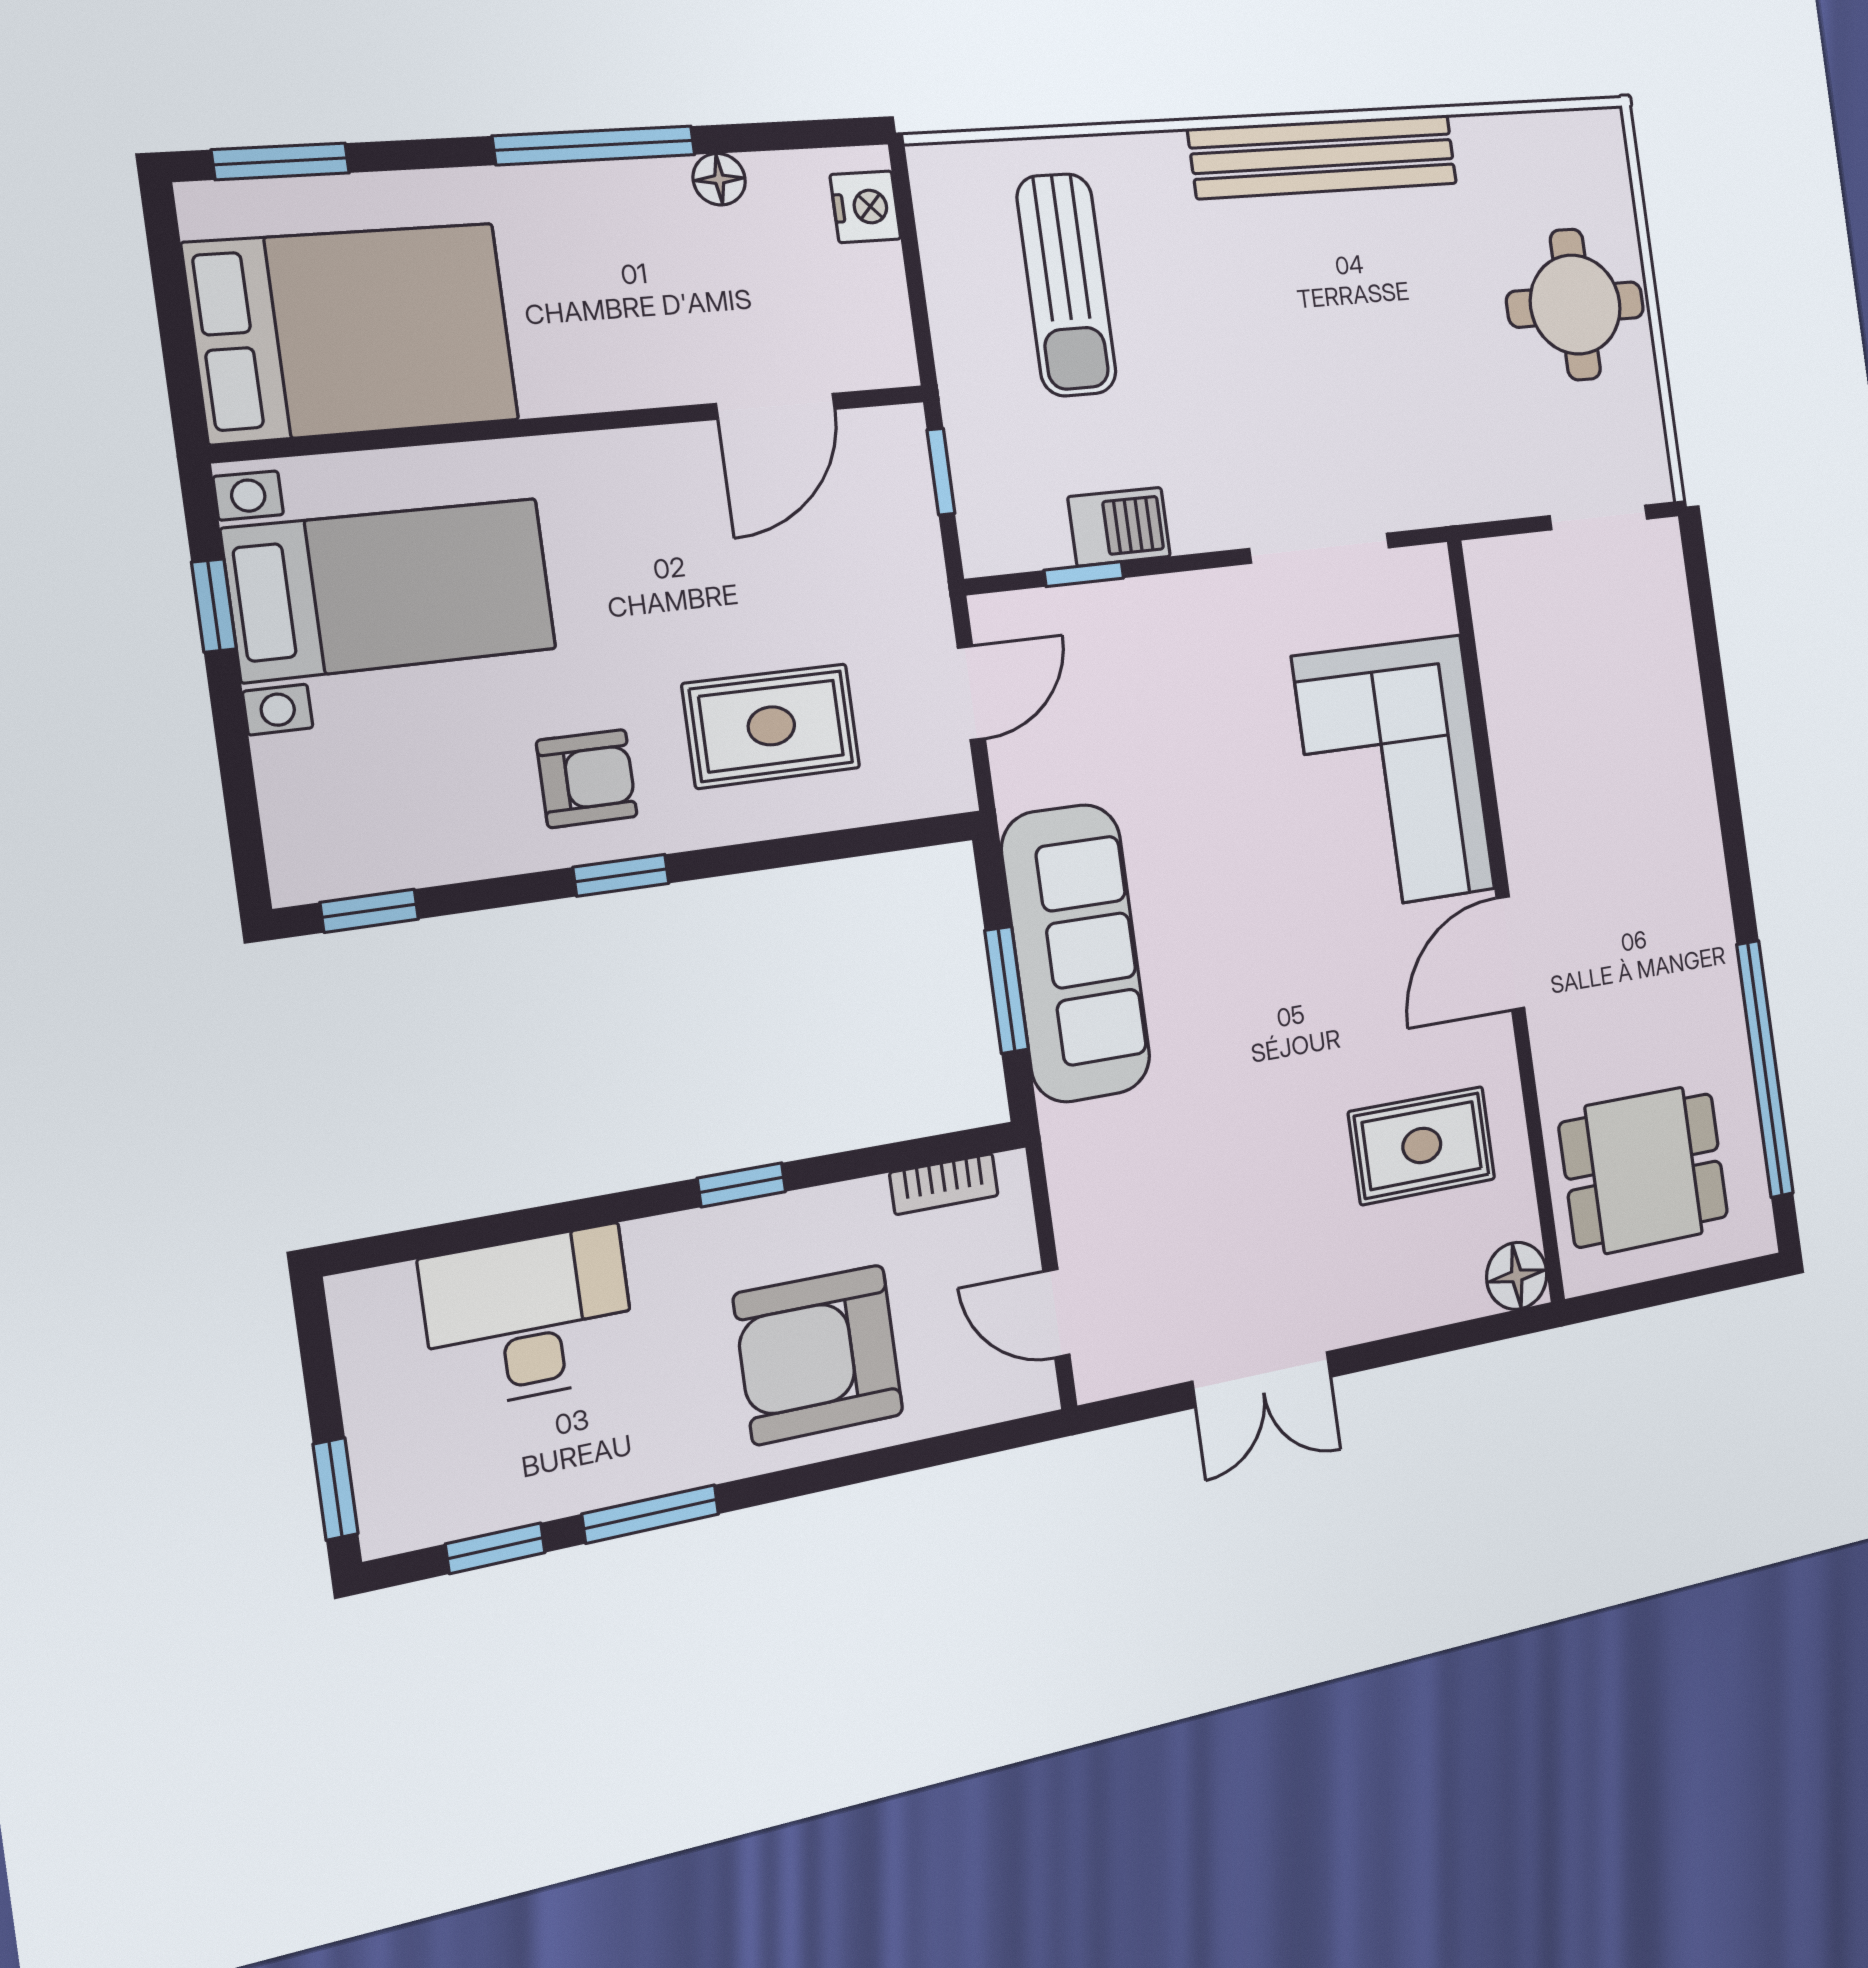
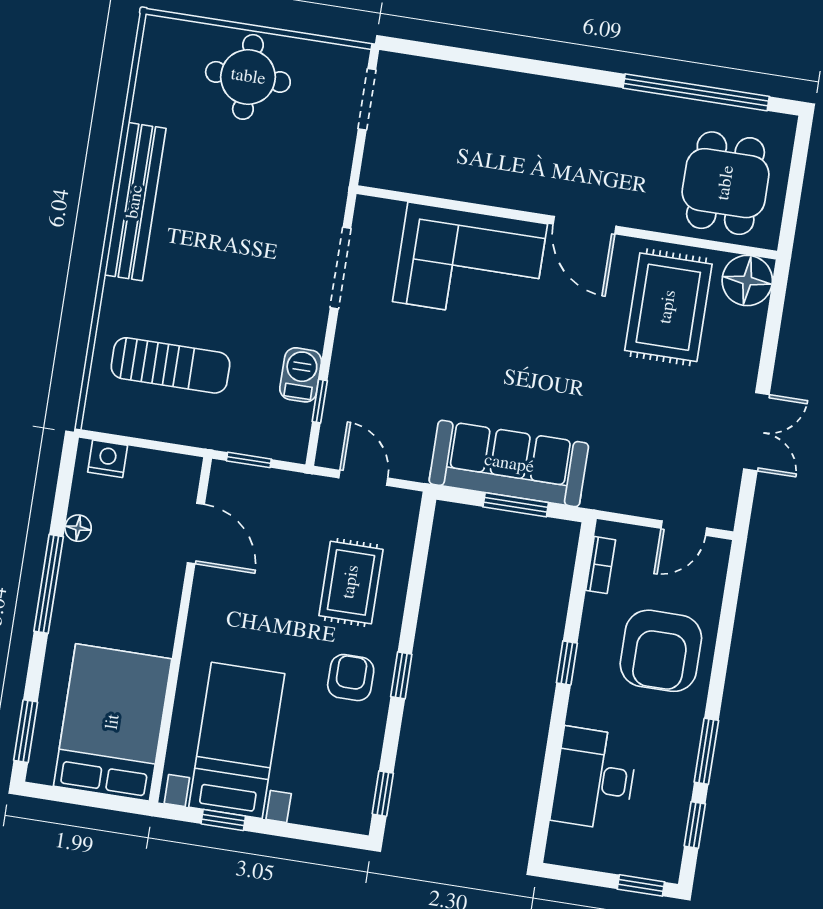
rug: (1422, 1145) -> (668, 307), width x1.36, depth x1.43
floor lamp: (1517, 1276) -> (747, 280), width x1.38, depth x1.38

